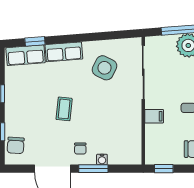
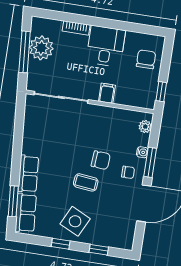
window: (35, 41) -> (13, 201), width x1.50
side table: (104, 68) -> (75, 221), moved
chair: (16, 145) -> (101, 160), moved
plant: (127, 158) -> (145, 127), added

